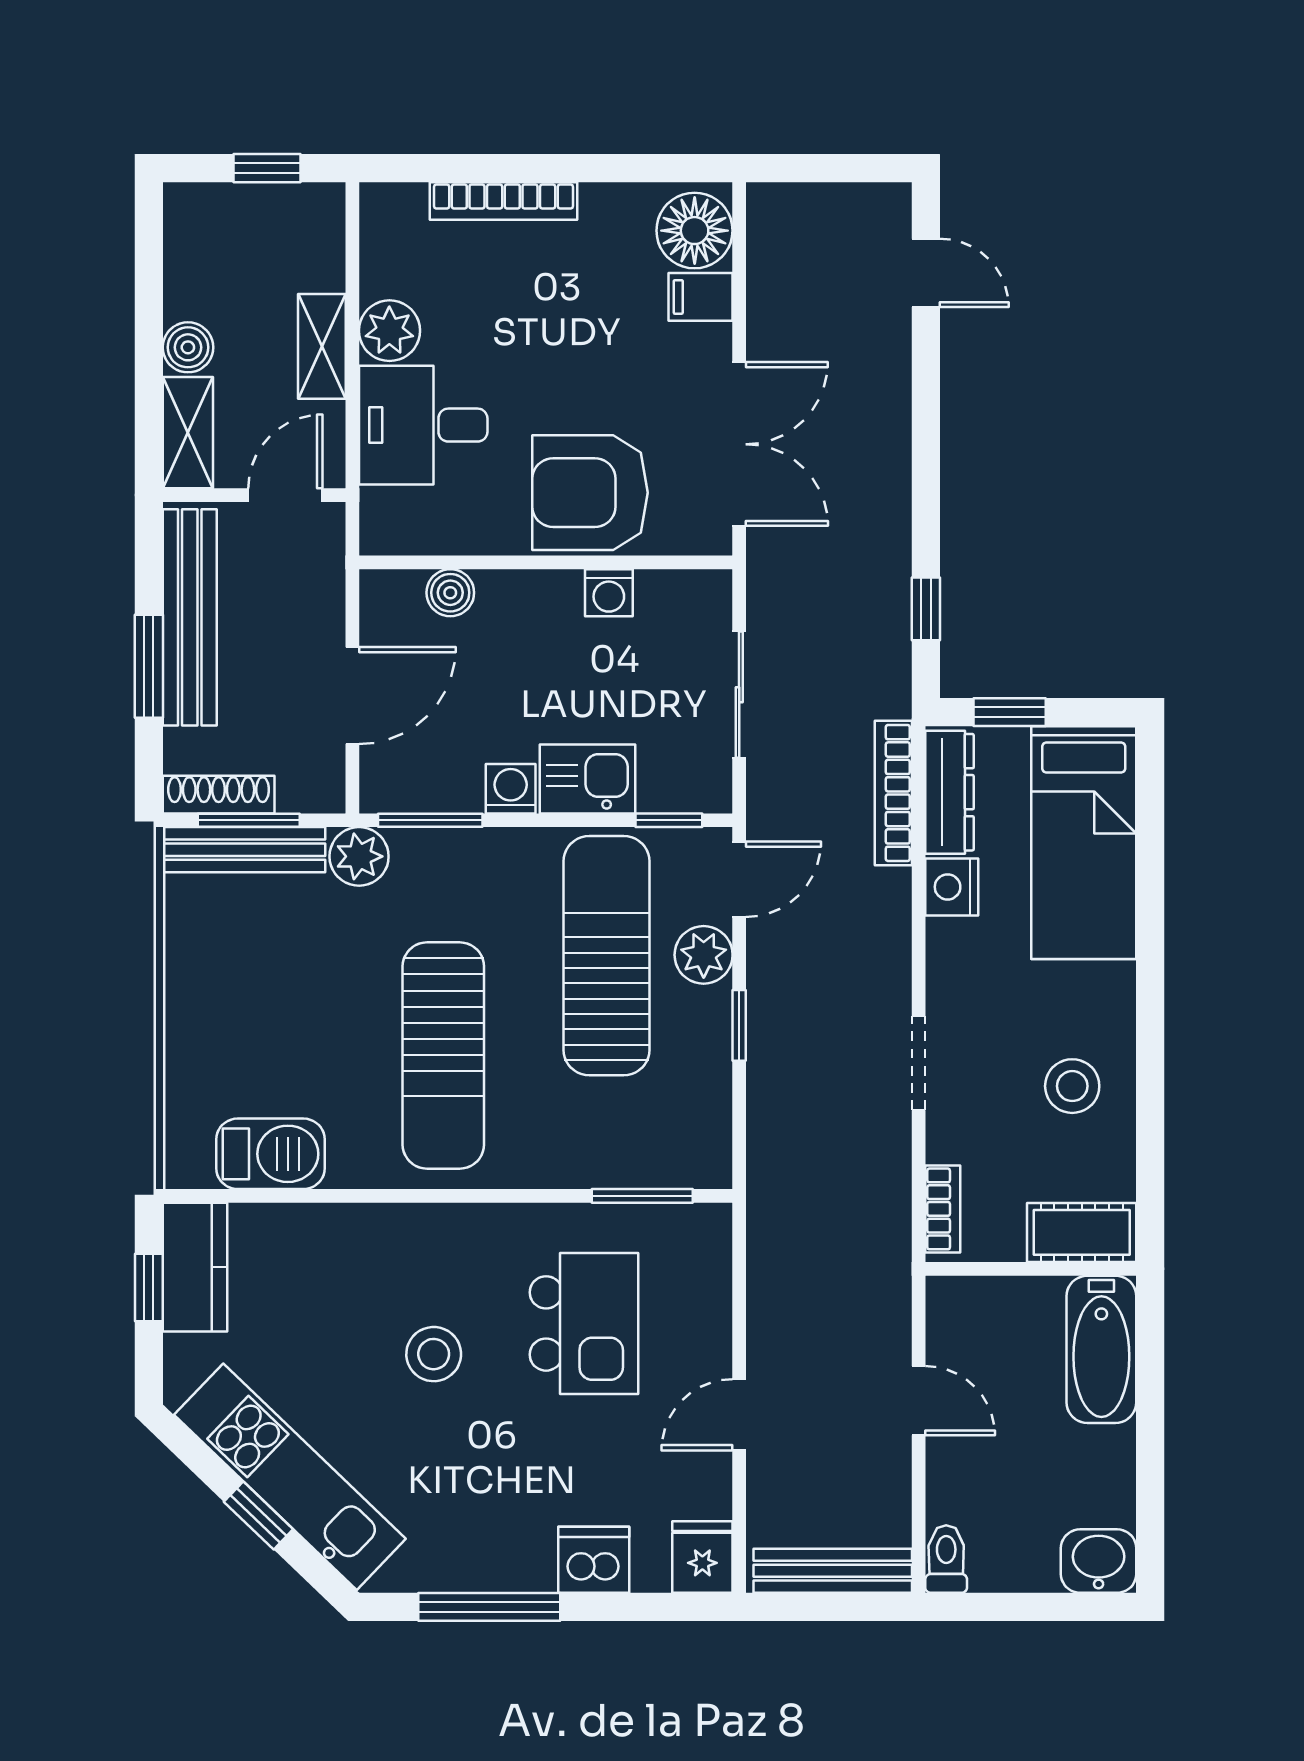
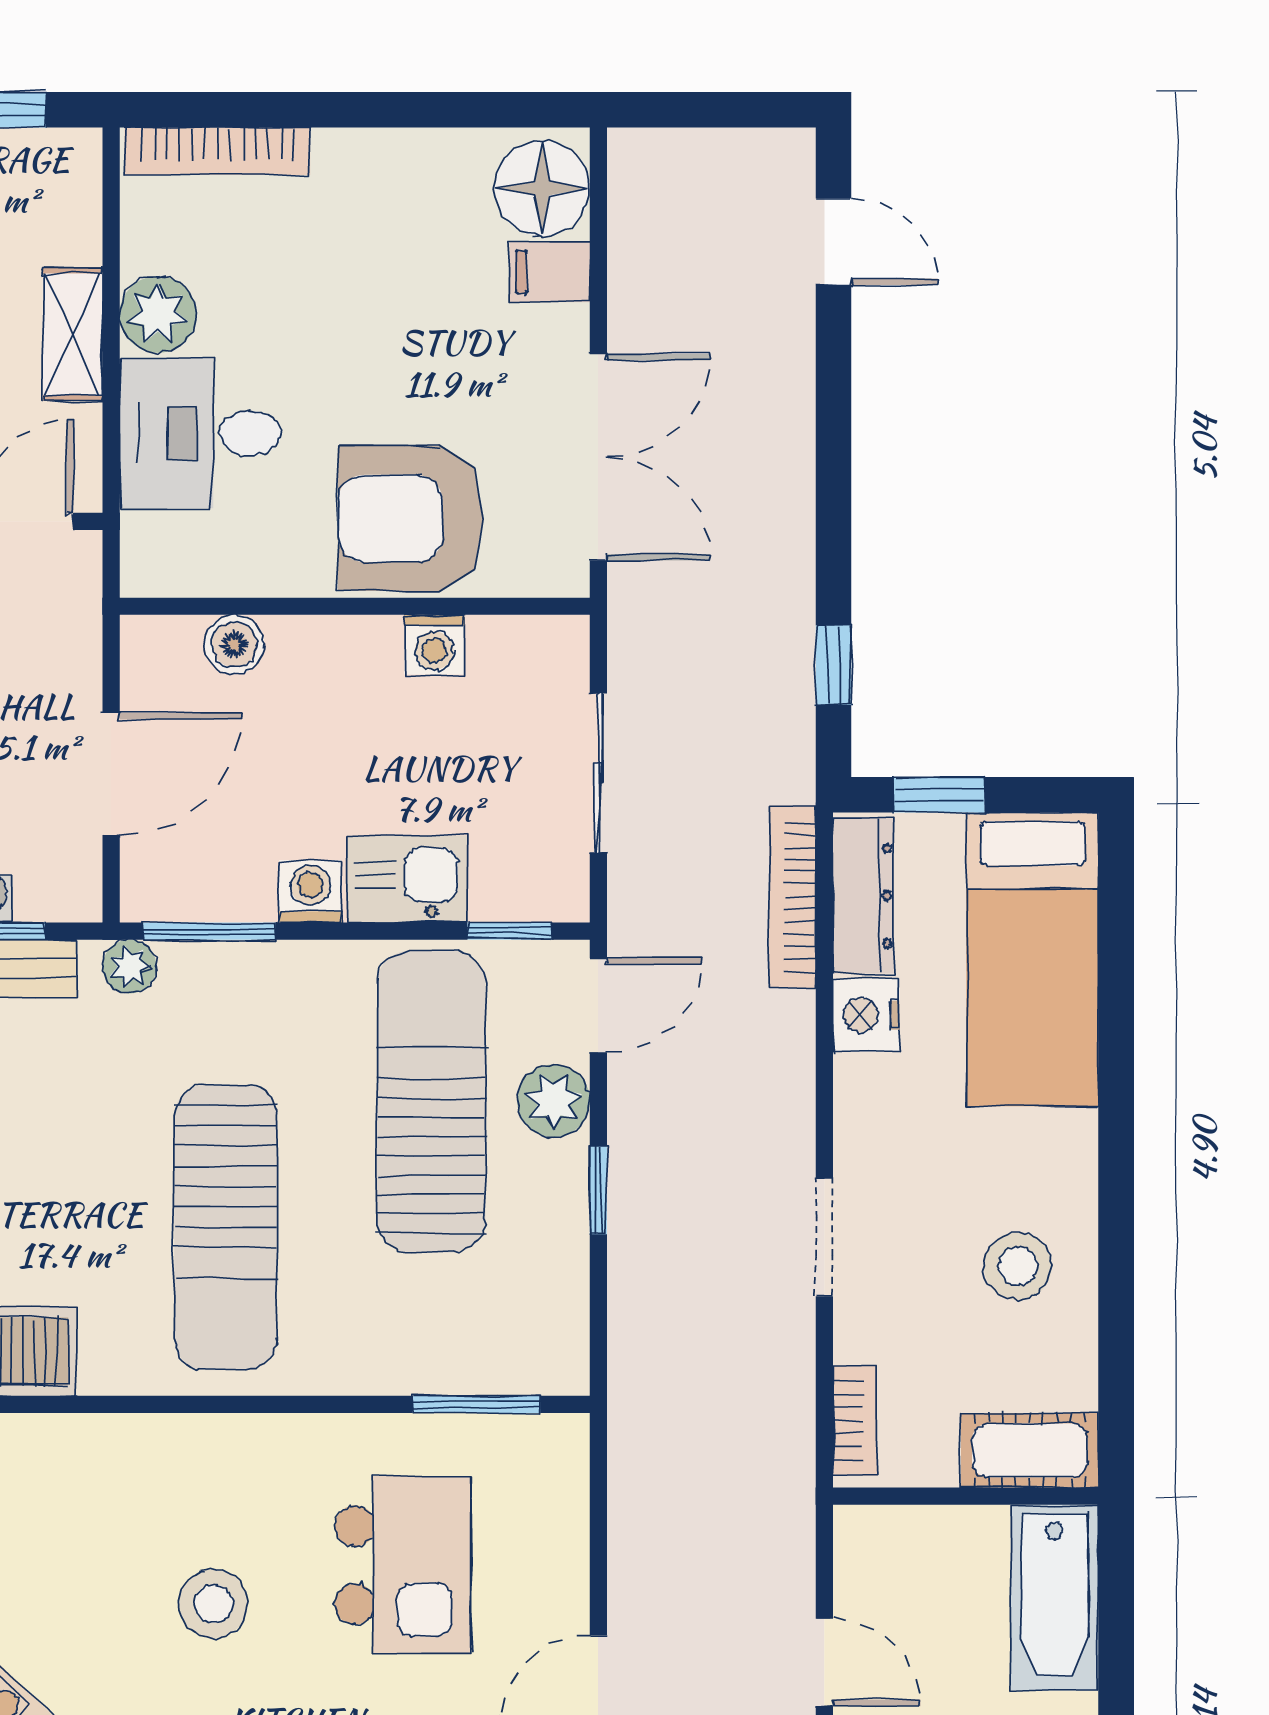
bookcase: (503, 201) -> (217, 151), moved
plant: (359, 856) -> (130, 967), width x0.73, depth x0.73

